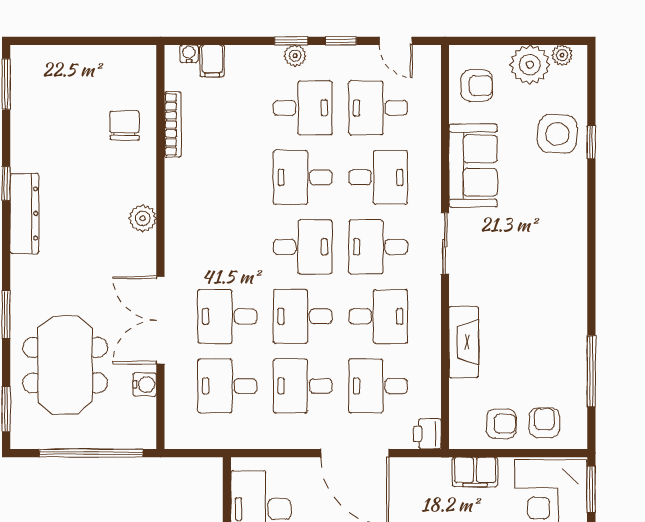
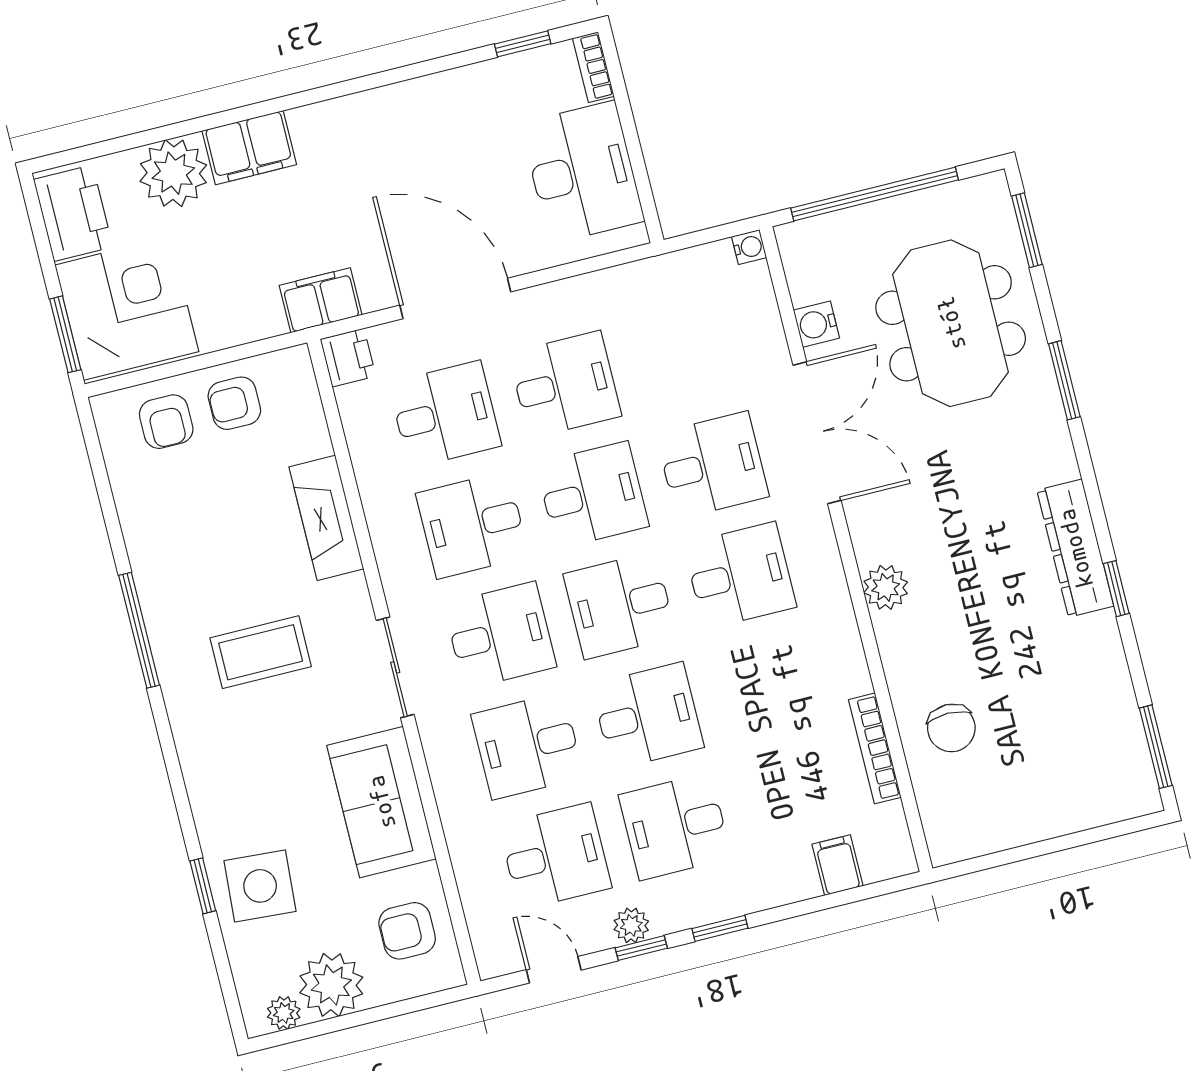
water cooler: (189, 54) -> (749, 247), moved, turned -90
plant: (295, 56) -> (631, 925), moved
coffee table: (522, 272) -> (261, 652), added
window: (591, 371) -> (139, 630), moved
desk: (227, 386) -> (740, 576), moved
filing cabinet: (475, 472) -> (321, 300), moved

